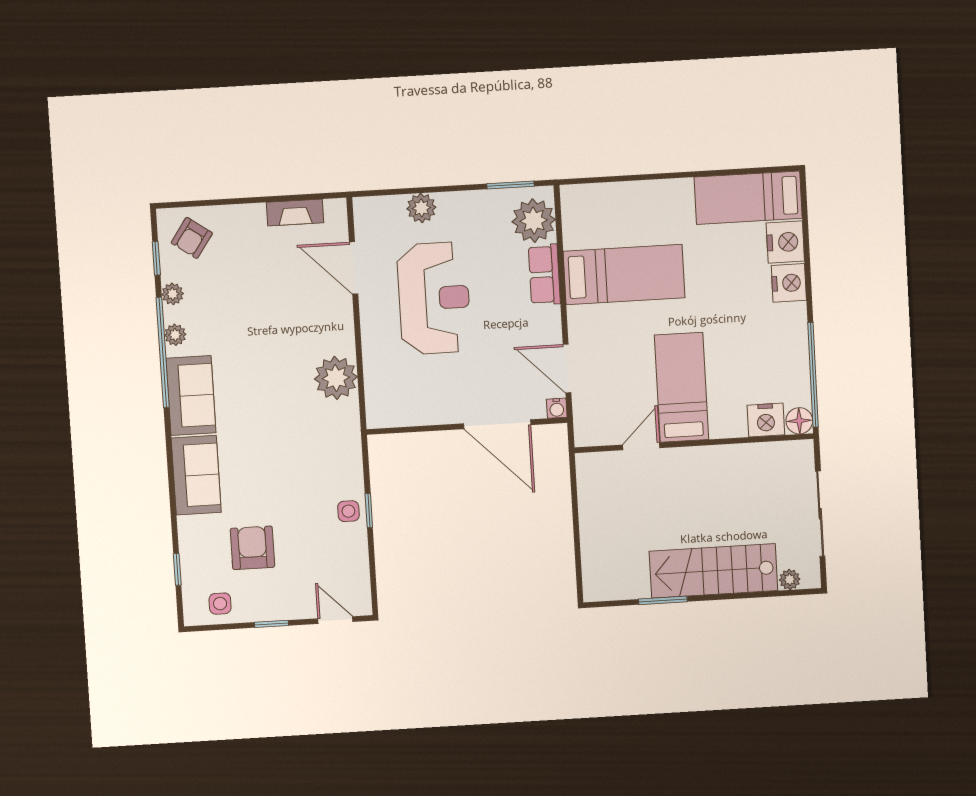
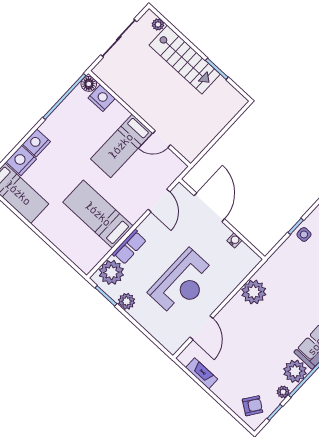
plant: (421, 208) -> (127, 301), moved
reception desk: (434, 298) -> (182, 283), turned 180
plant: (175, 335) -> (295, 371), width x1.88, depth x1.88
water cooler: (557, 408) -> (234, 240), moved

